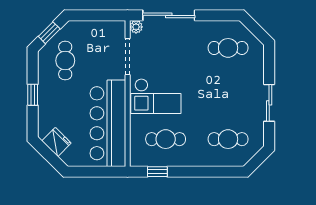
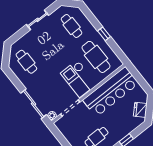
checkout: (156, 96) -> (79, 79), turned 180
cafe table: (166, 139) -> (96, 57), width x1.37, depth x1.35
window: (157, 172) -> (104, 34), moved

